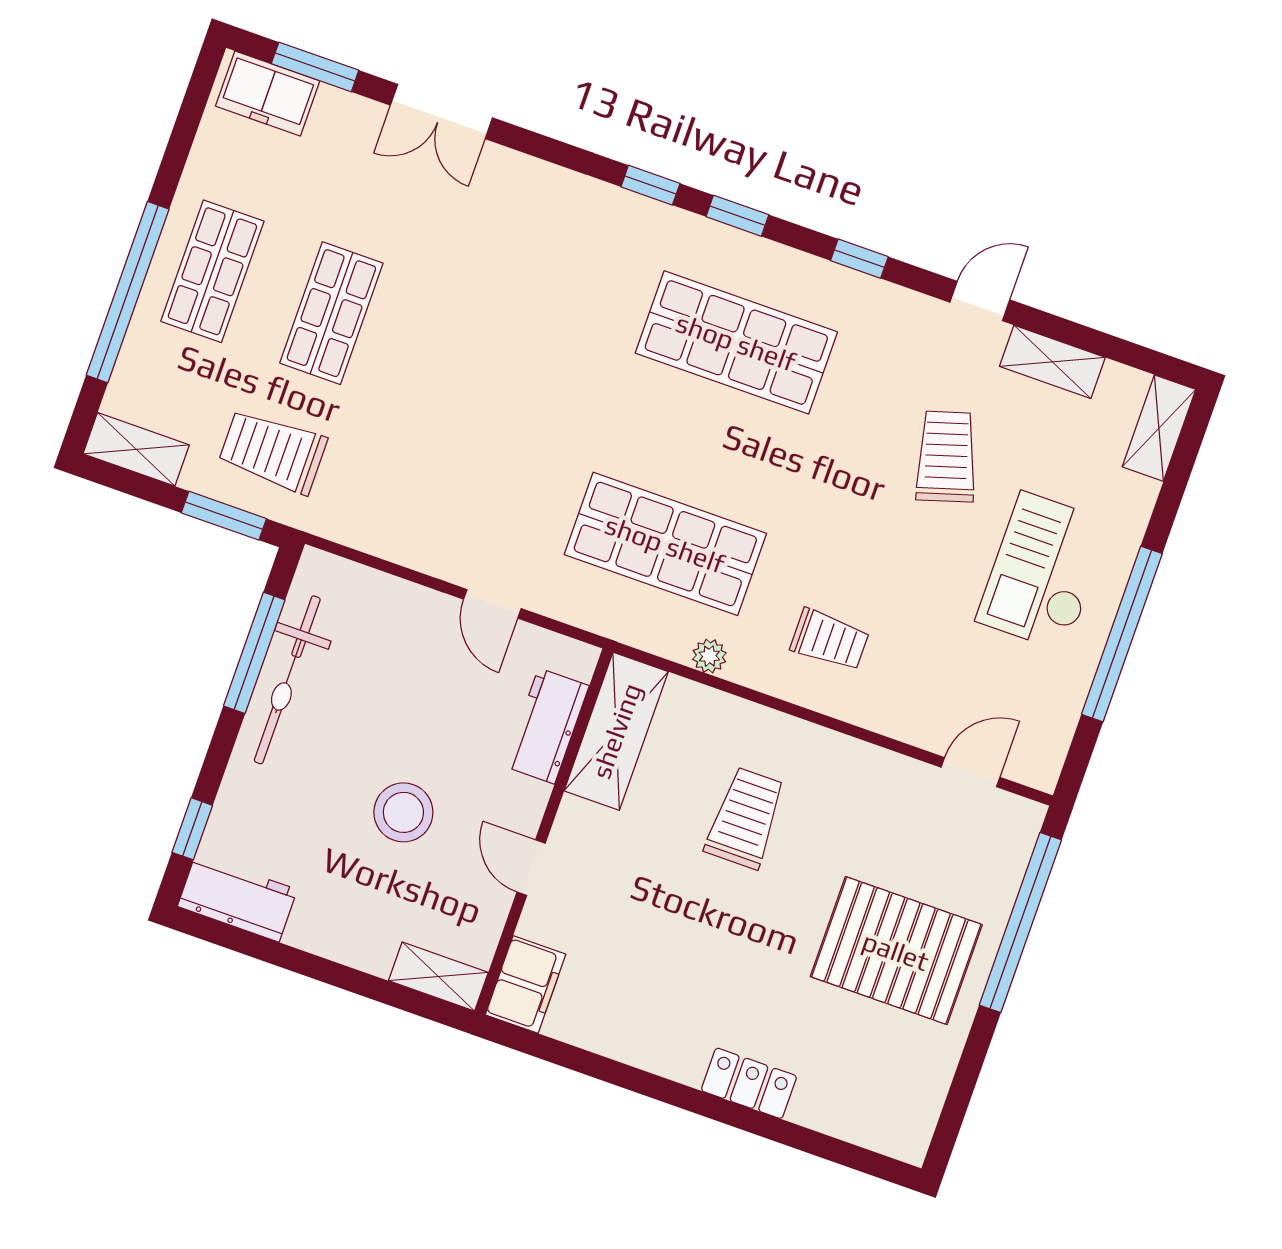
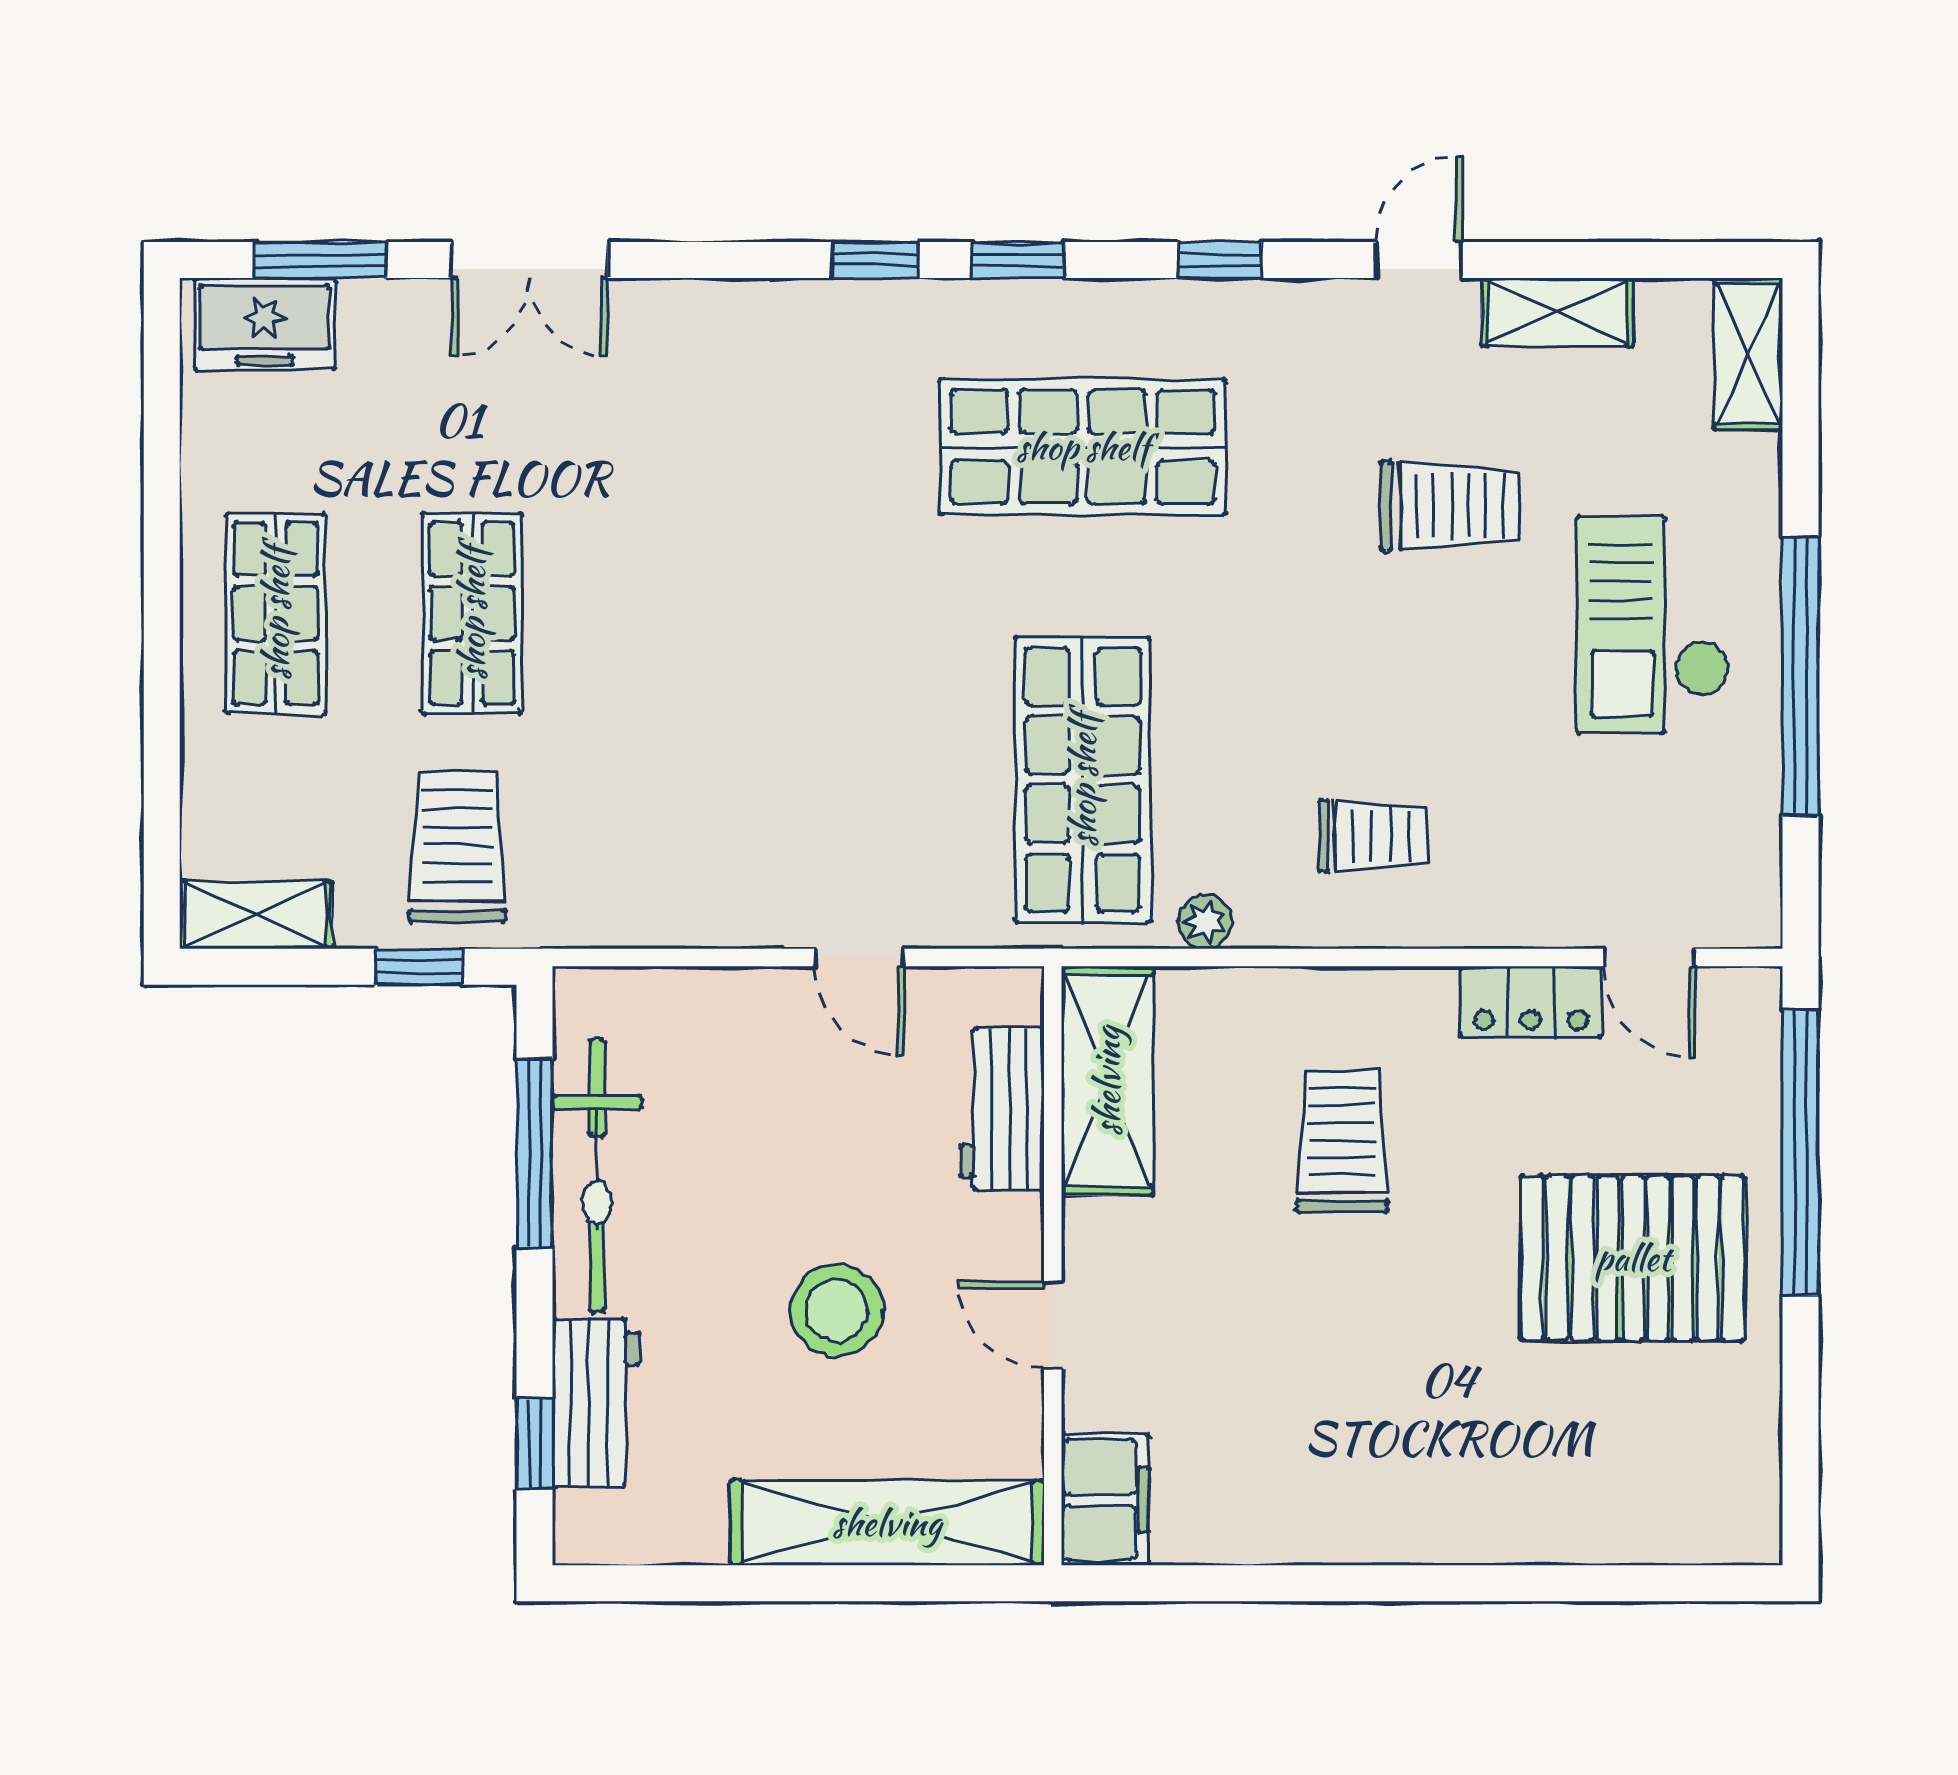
window: (128, 292) -> (162, 688), removed
trolley: (273, 451) -> (457, 847), turned 90
trolley: (946, 457) -> (1450, 506), turned 107
window: (224, 516) -> (419, 967), width x0.67
shop shelf: (665, 544) -> (1083, 780), turned 90
door: (970, 772) -> (1649, 957), swing flipped
workbench: (237, 898) -> (596, 1403), moved, turned 90
shelving: (438, 977) -> (887, 1523), width x2.20, depth x1.33
locker: (749, 1083) -> (1531, 1002), moved, turned 180

